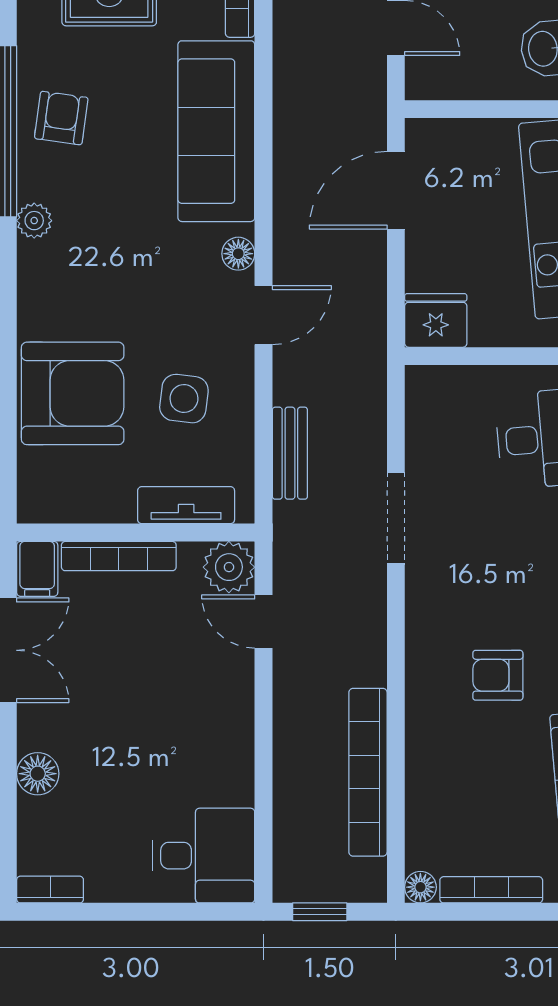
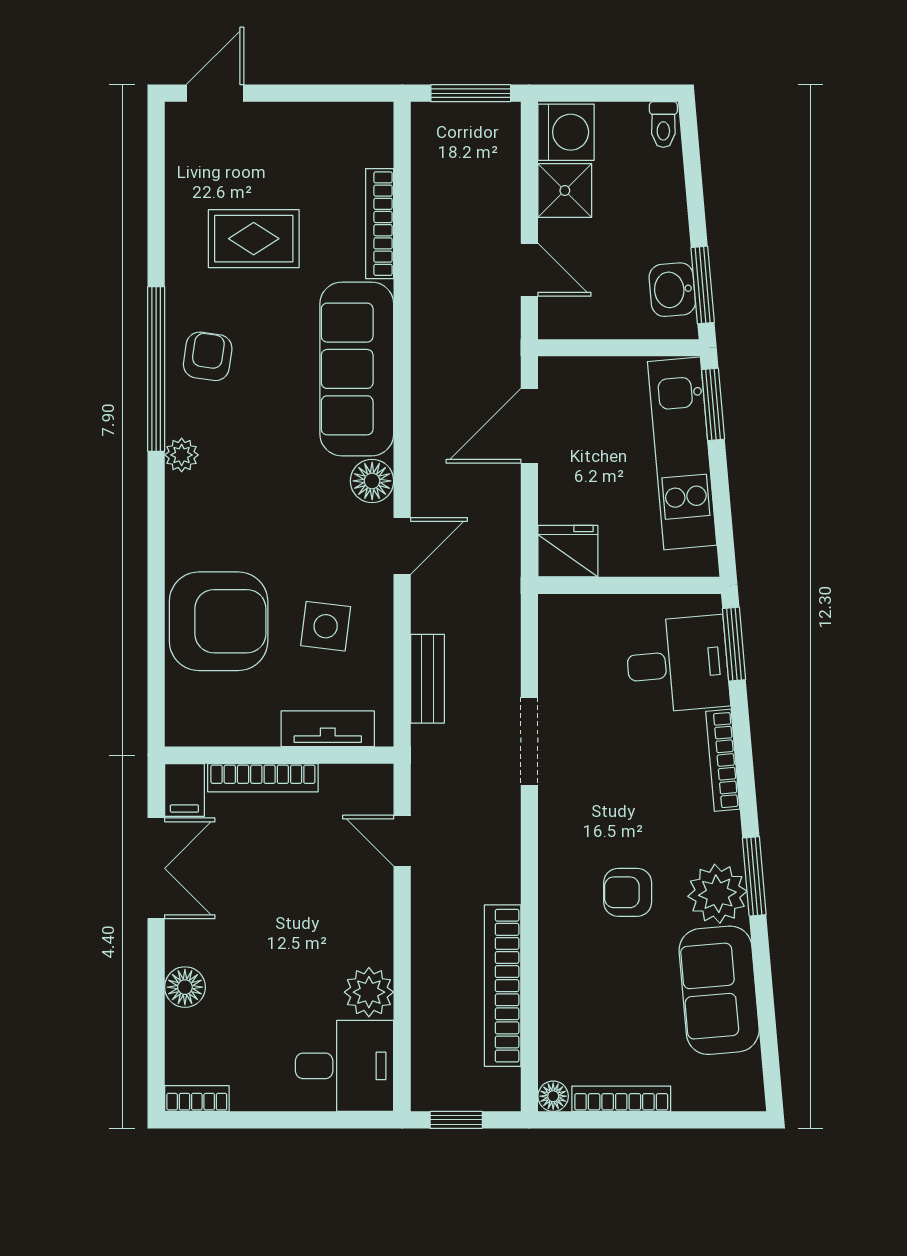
floor lamp: (238, 254) -> (372, 481), width x1.37, depth x1.37
plant: (229, 567) -> (369, 992), moved

